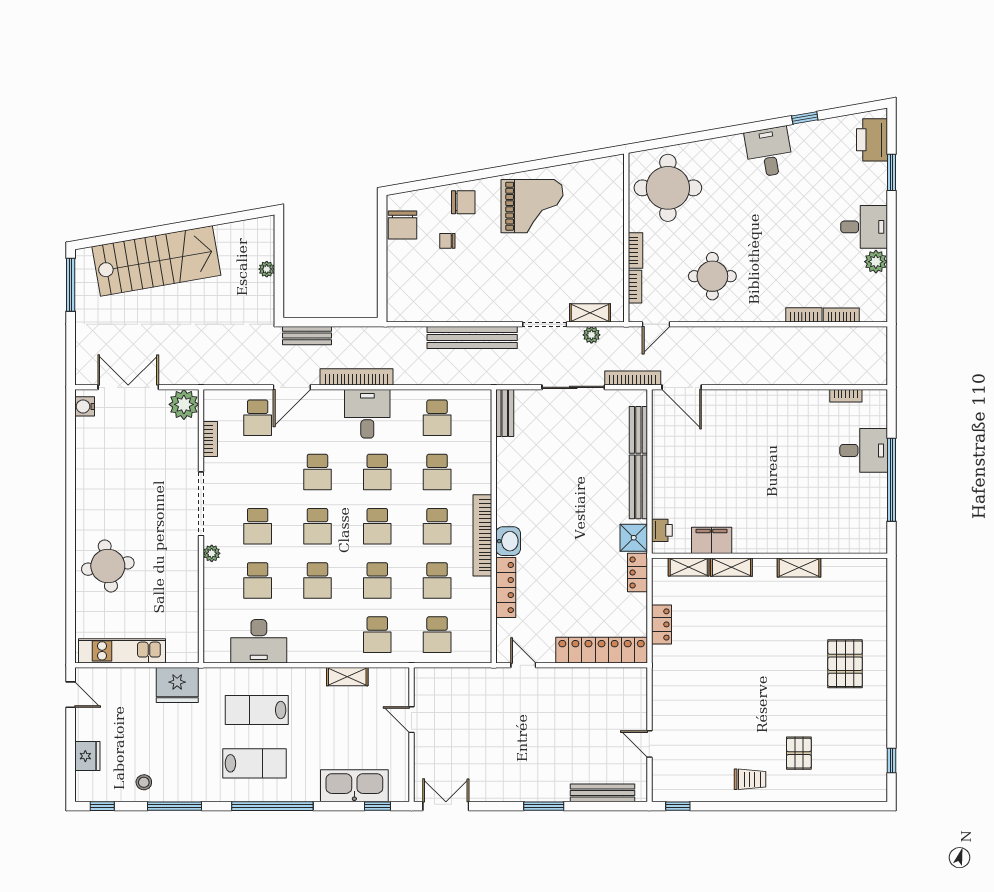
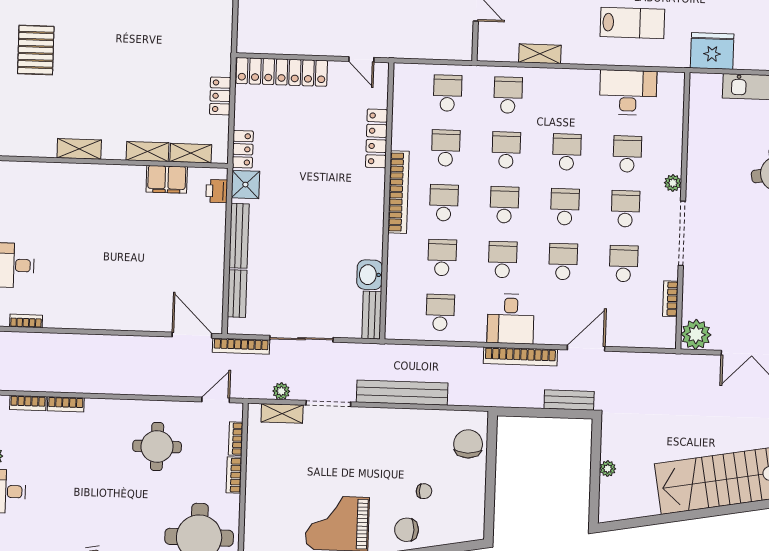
chair: (403, 225) -> (468, 444), moved
school desk: (258, 418) -> (624, 264), moved
washbasin: (508, 541) -> (370, 275), moved

